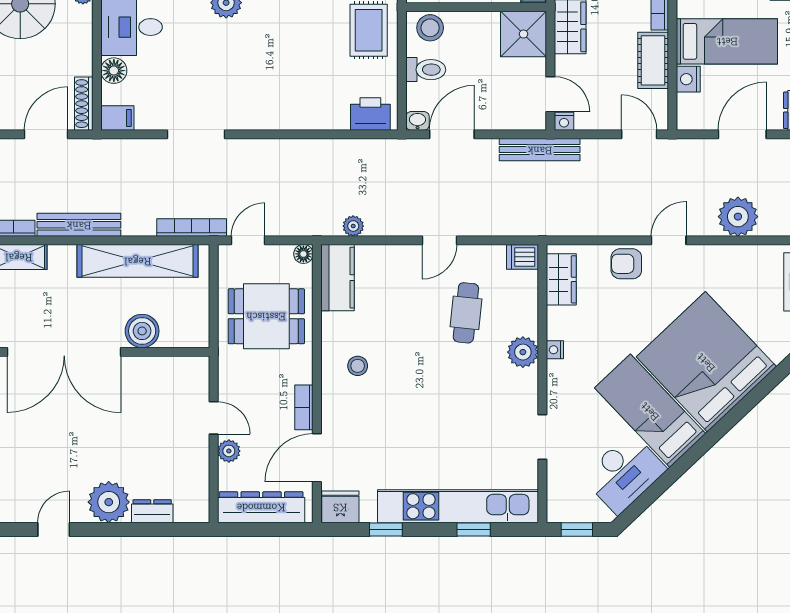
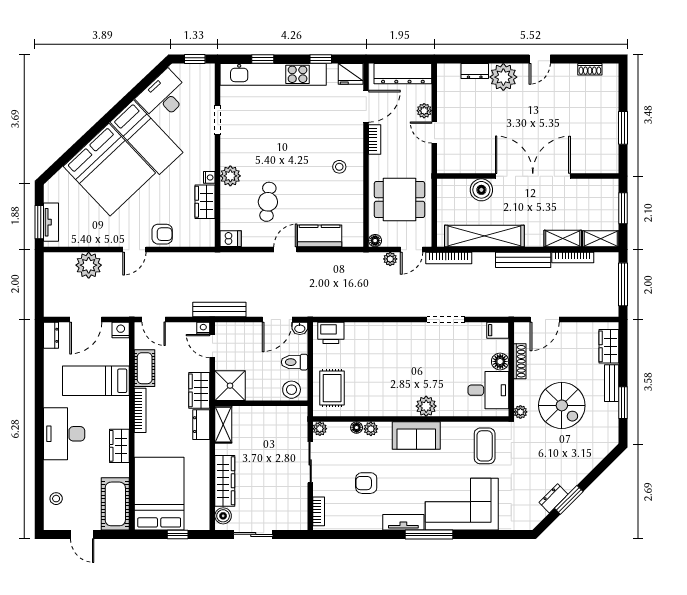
nightstand: (688, 79) -> (121, 330), moved, turned -90
shoe rack: (84, 104) -> (520, 361), moved
plant: (353, 226) -> (390, 259), moved
kitchen counter: (338, 278) -> (320, 236), moved, turned 90
wardrobe: (561, 279) -> (205, 202), moved

